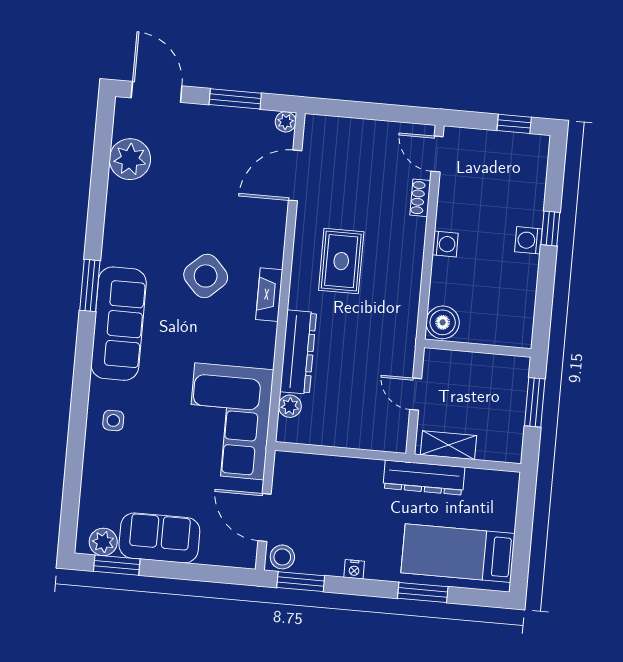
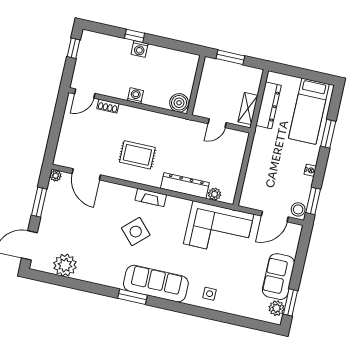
dresser: (424, 478) -> (268, 105), moved

